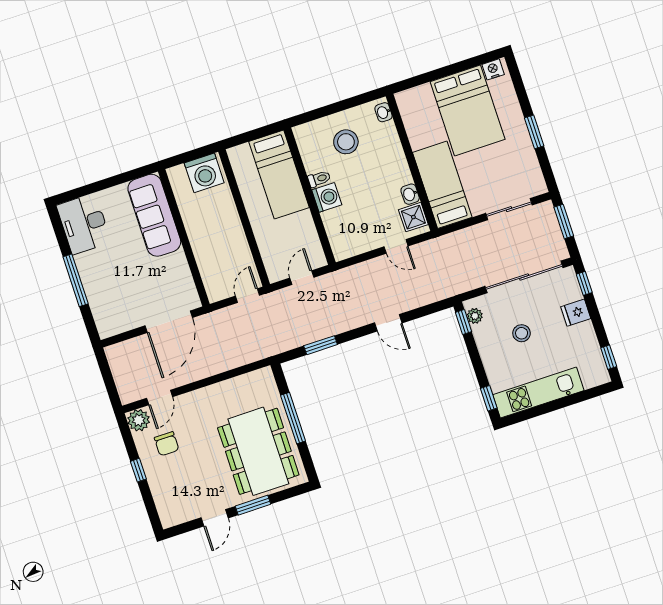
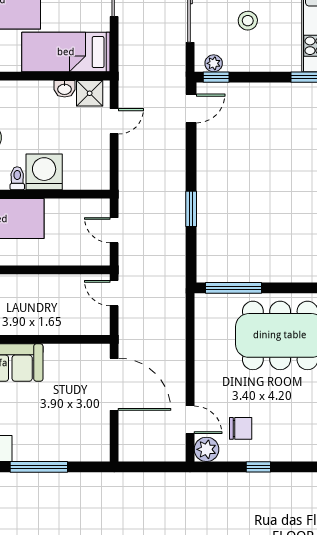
washing machine: (327, 197) -> (44, 172), width x1.37, depth x1.37
door: (388, 323) -> (191, 109), moved
window: (321, 345) -> (191, 209), moved
window: (293, 418) -> (233, 288), moved

